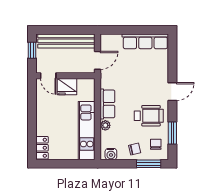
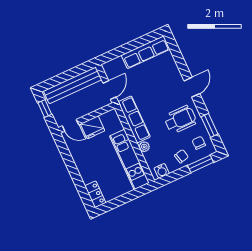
row of seats: (107, 104) -> (134, 119), width x1.48

